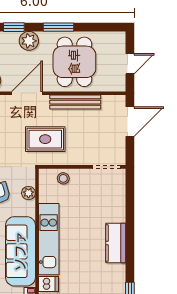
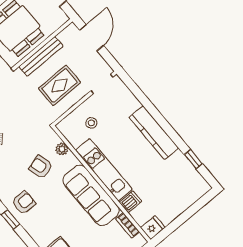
rug: (45, 139) -> (60, 85), moved
stool: (63, 178) -> (91, 123), moved
kitchen counter: (116, 243) -> (154, 133), width x1.50

